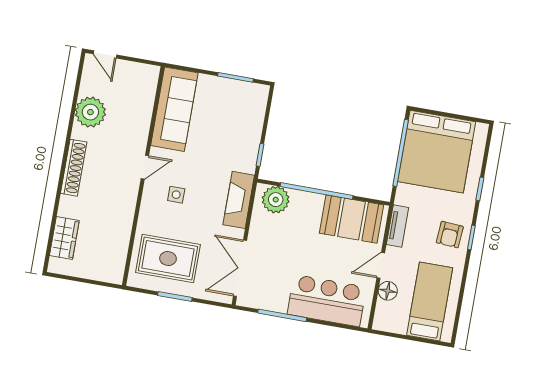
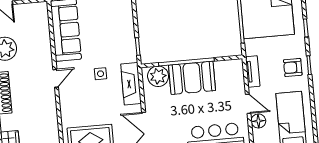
side table: (176, 195) -> (101, 74), moved
booth: (351, 219) -> (192, 78), moved
armchair: (450, 235) -> (293, 67), turned 86
door: (381, 265) -> (248, 104), swing flipped

